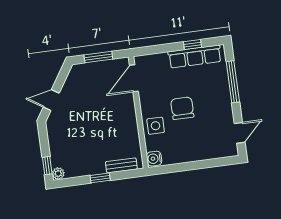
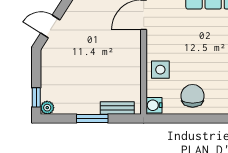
chair: (182, 108) -> (193, 96), moved
window: (100, 178) -> (92, 119), width x1.50

